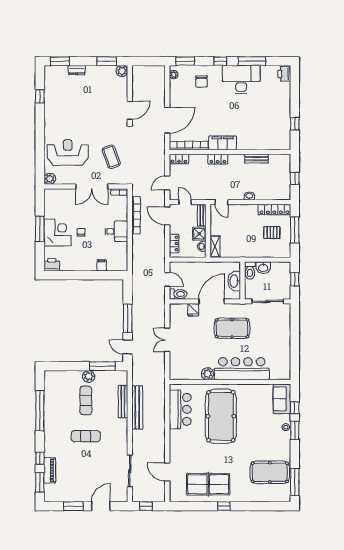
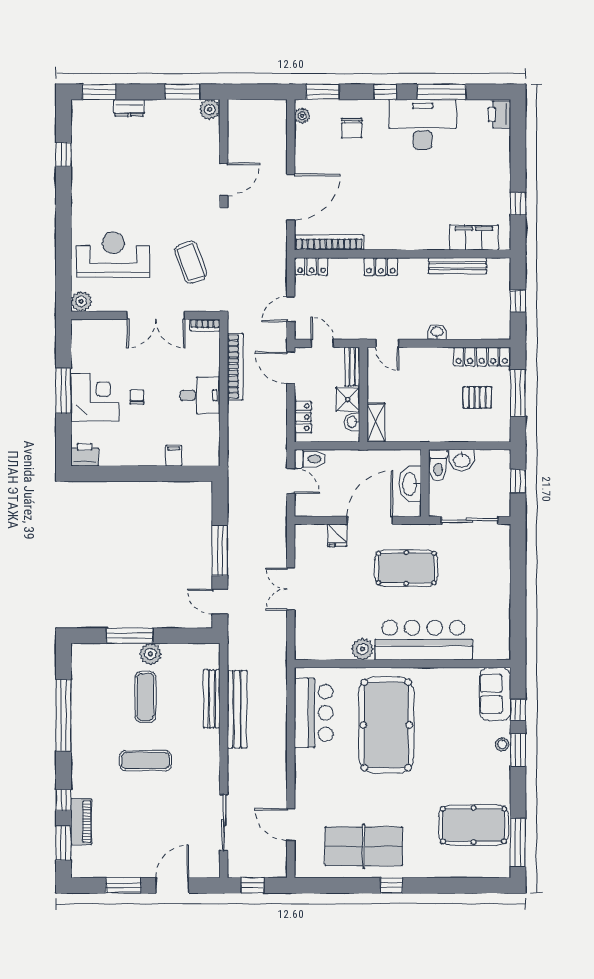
filing cabinet: (223, 143) -> (474, 237), moved
bench: (256, 159) -> (458, 266), width x1.36
toilet: (178, 294) -> (310, 459), moved
window: (102, 366) -> (130, 636), moved

